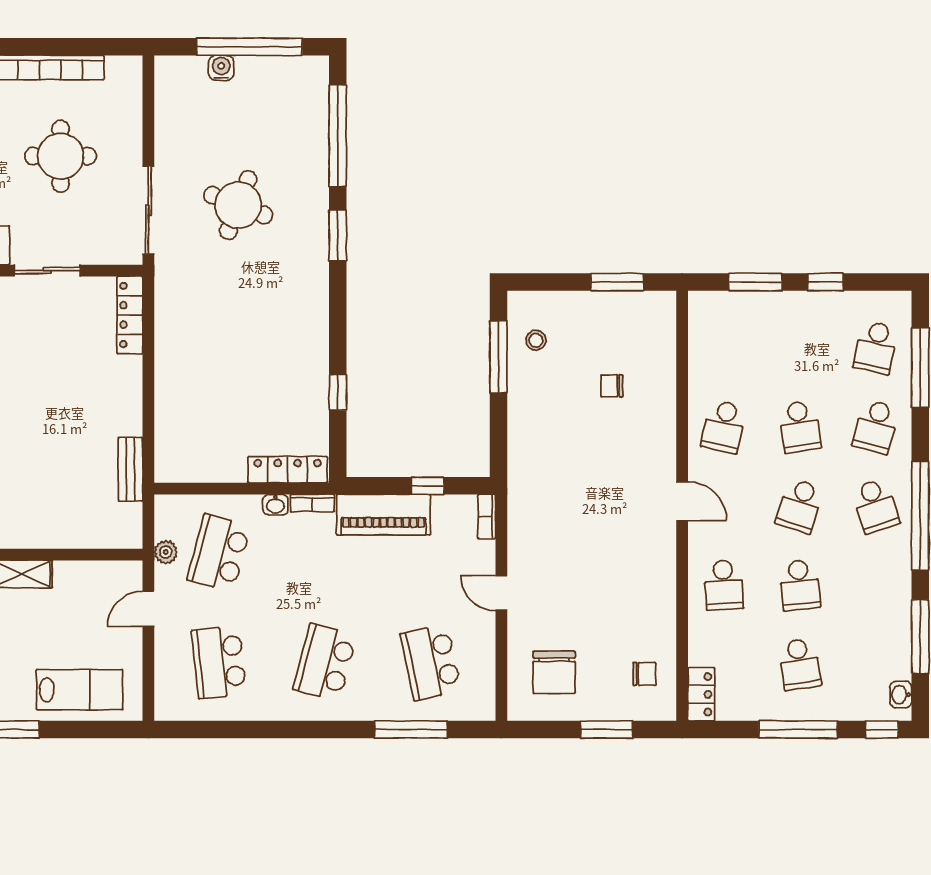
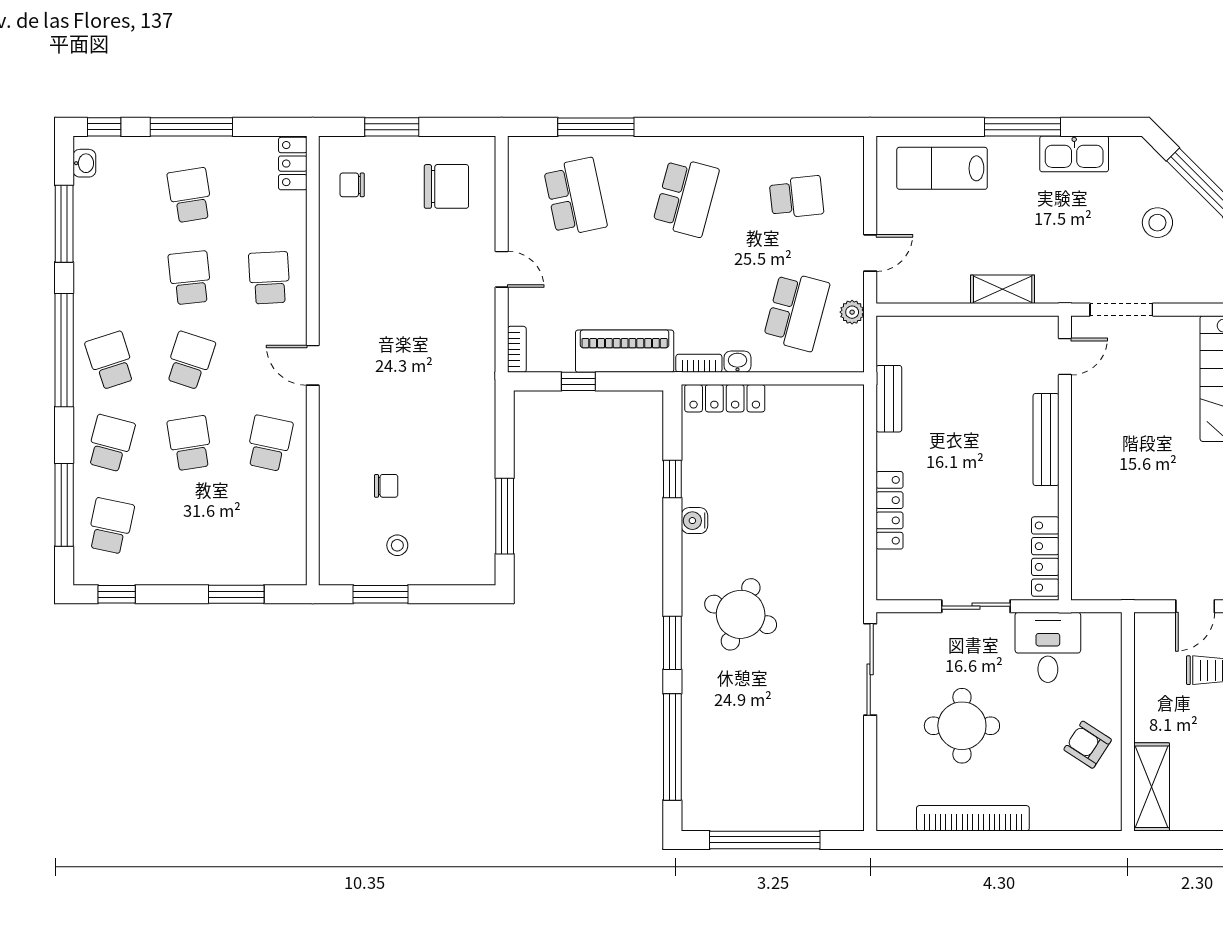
water cooler: (221, 68) -> (694, 521), moved, turned 90
round table: (238, 205) -> (741, 614), moved
window: (825, 282) -> (117, 594), moved
locker: (130, 315) -> (890, 510), moved
stool: (536, 340) -> (397, 545), moved
school desk: (219, 662) -> (796, 197), width x0.54
chair: (554, 672) -> (446, 186), turned 90

